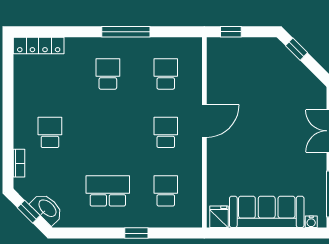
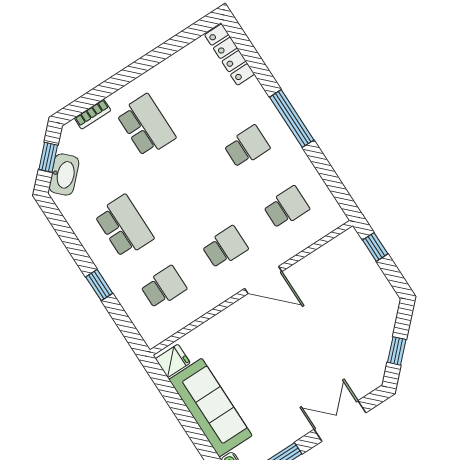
window: (126, 32) -> (292, 119), moved
window: (296, 49) -> (397, 351), moved
school desk: (50, 132) -> (146, 126), width x1.85

